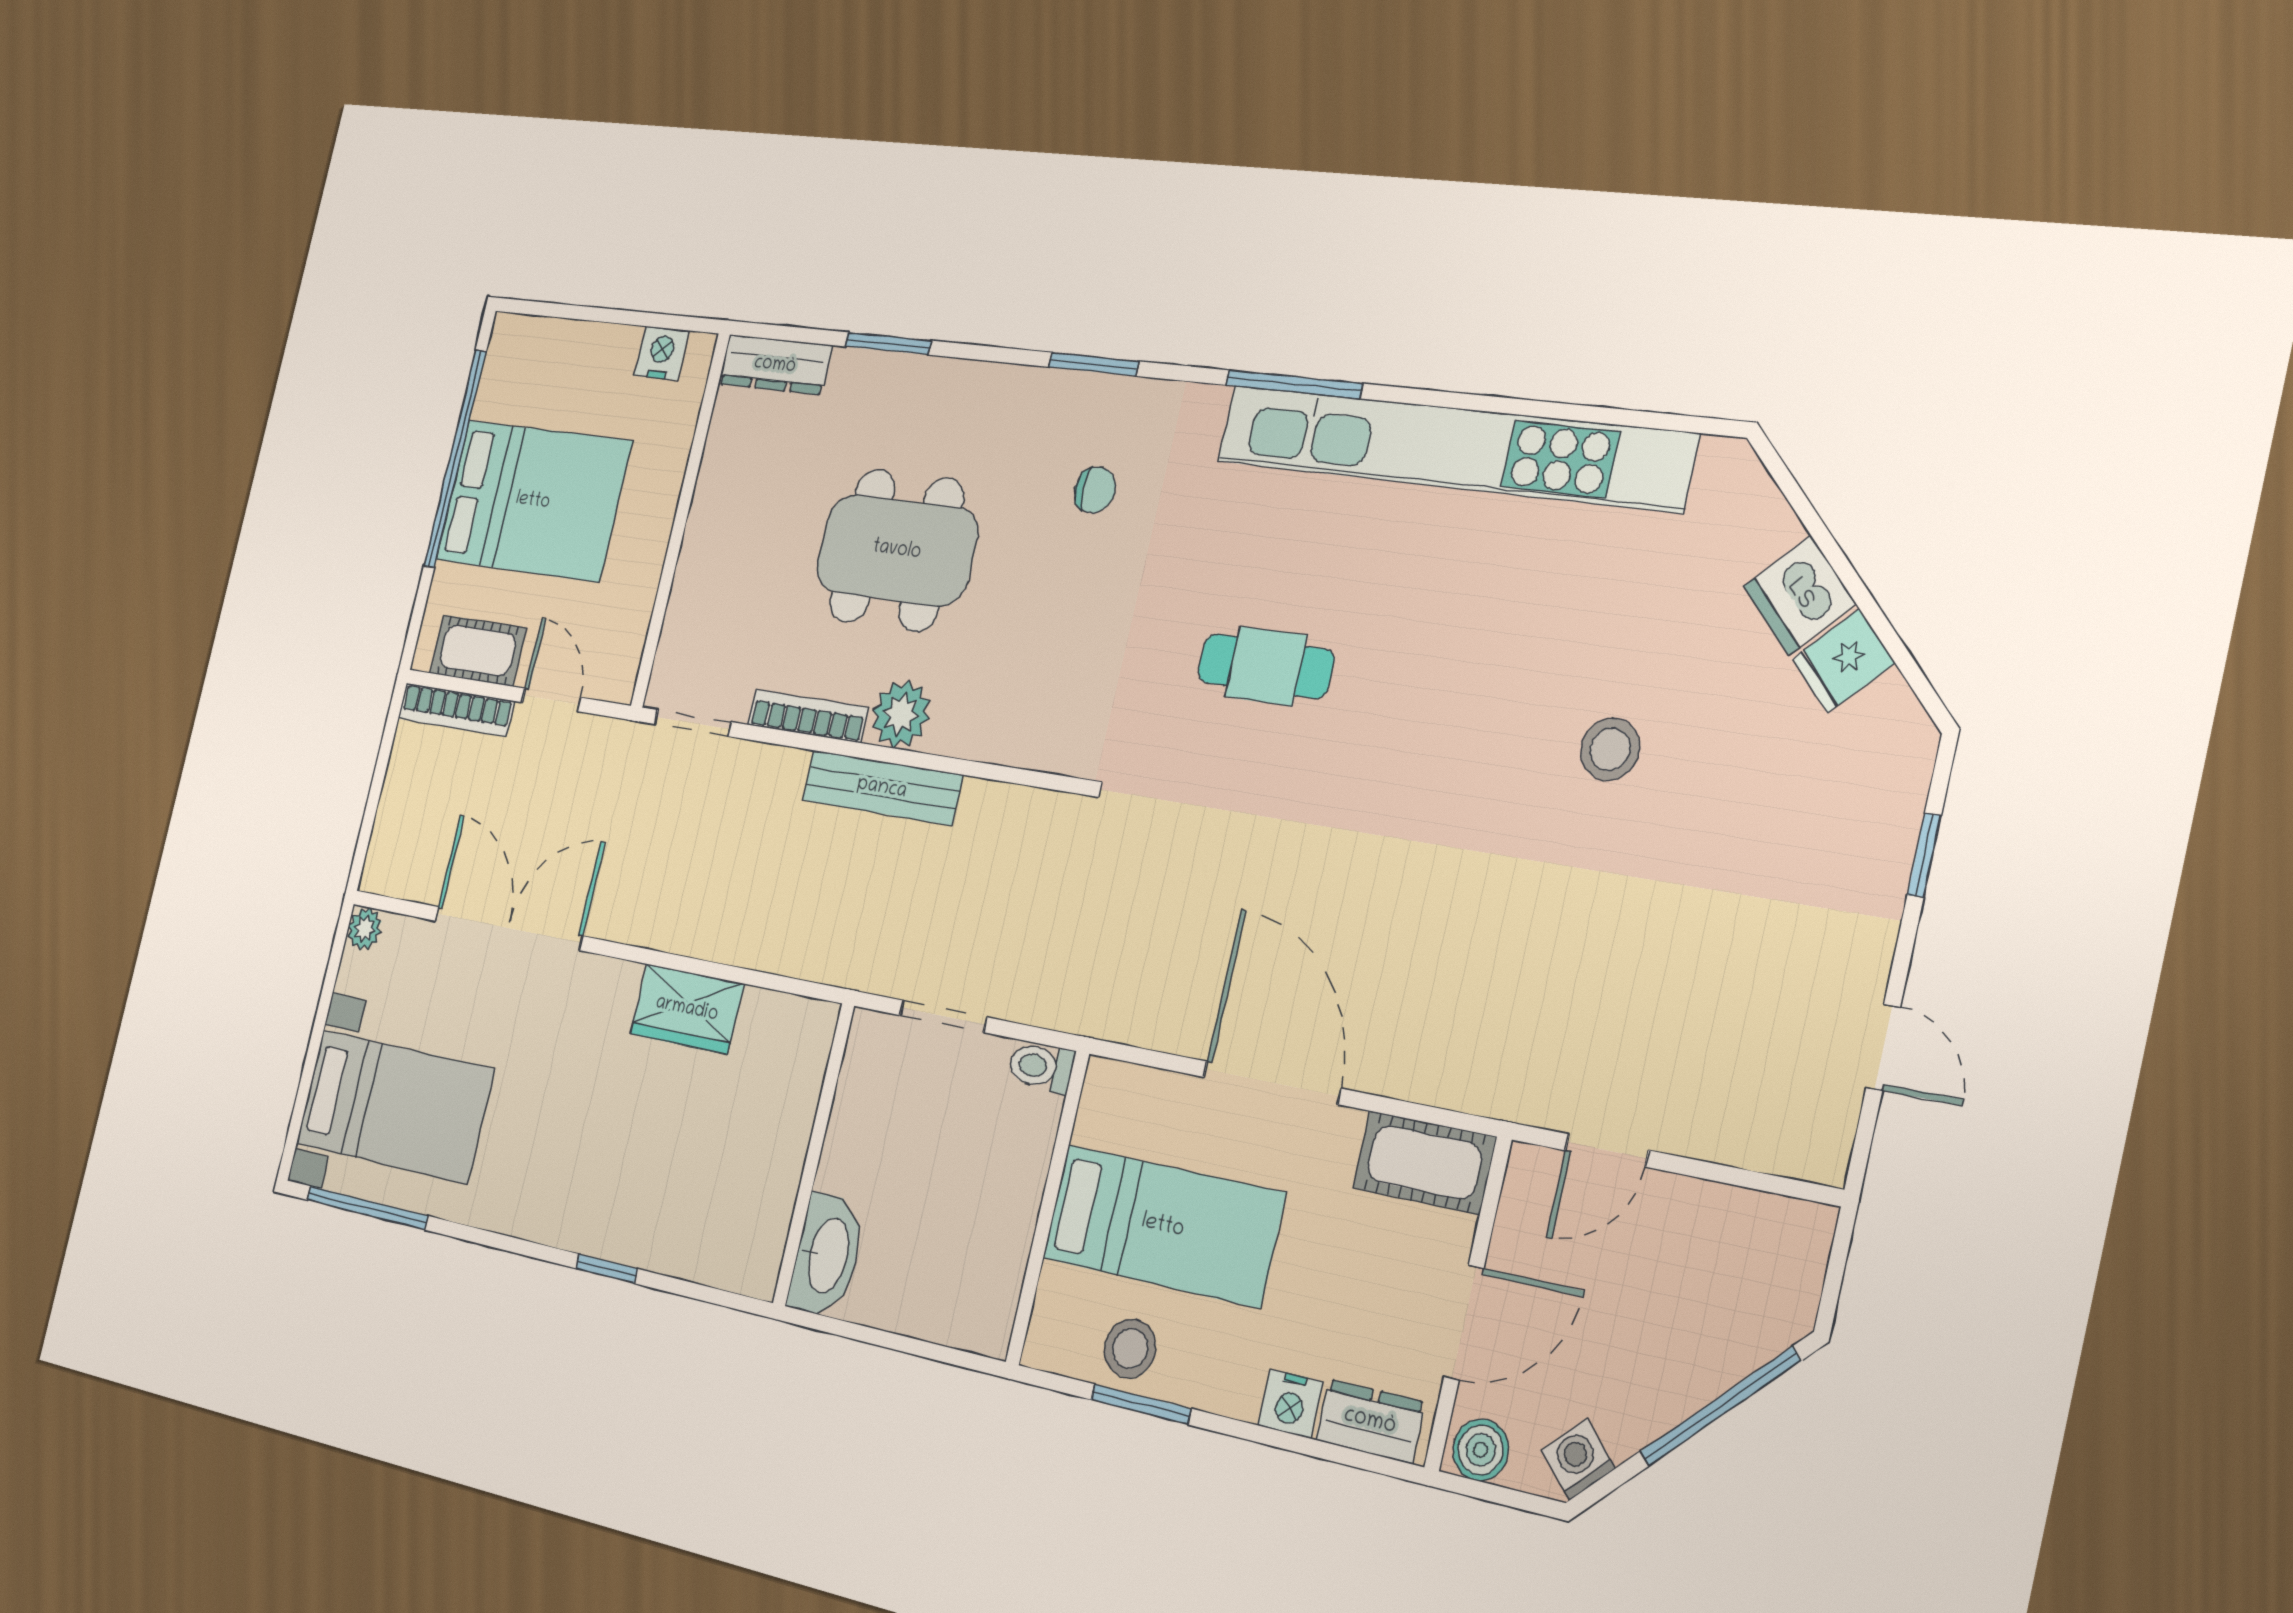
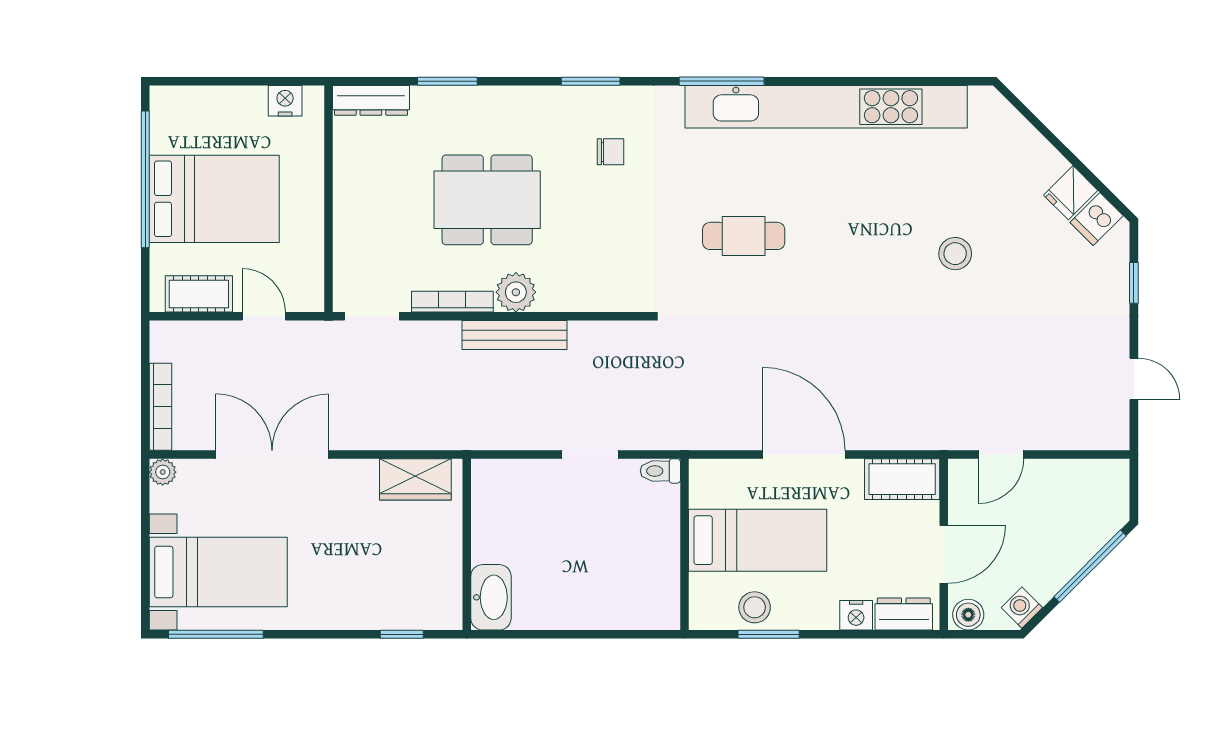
dishwasher: (1800, 595) -> (1097, 219), moved, width x0.73
bookcase: (456, 710) -> (161, 407), moved, turned -90
wall: (814, 1154) -> (467, 544), moved
washbasin: (827, 1255) -> (491, 597), moved

